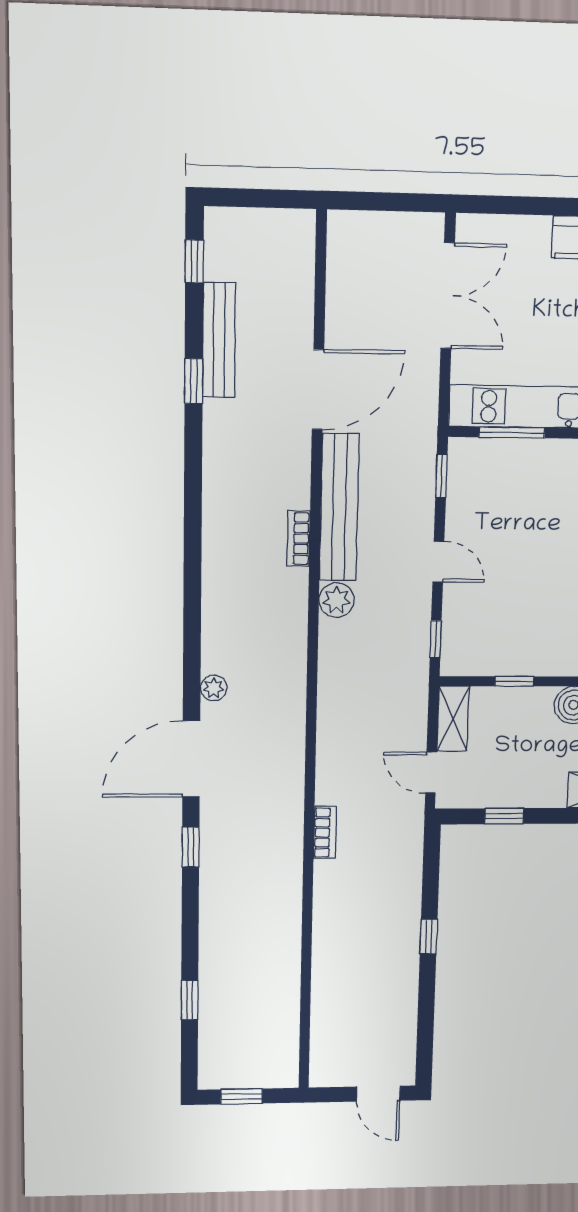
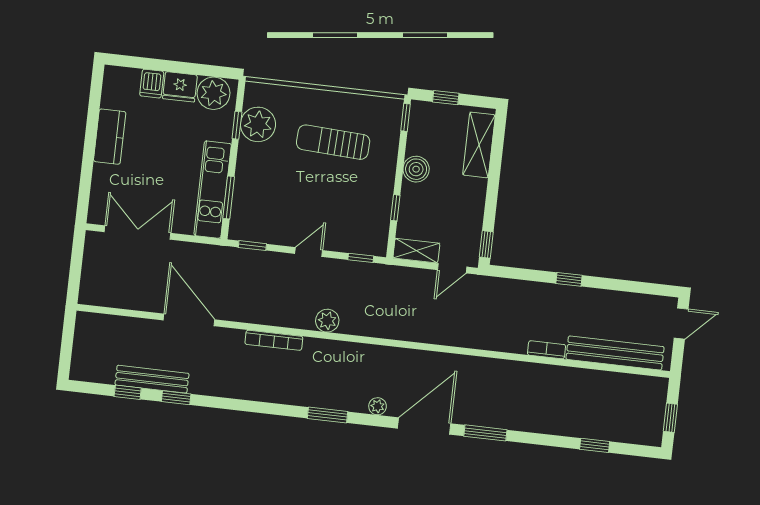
window: (194, 261) -> (128, 392), moved
bench: (339, 507) -> (615, 353), moved
bookcase: (298, 539) -> (274, 340), width x1.56
window: (192, 616) -> (327, 415), added
door: (191, 759) -> (424, 426), swing flipped
window: (504, 816) -> (486, 244), moved
bookcase: (325, 833) -> (547, 350), moved
window: (191, 847) -> (485, 433), width x1.50

